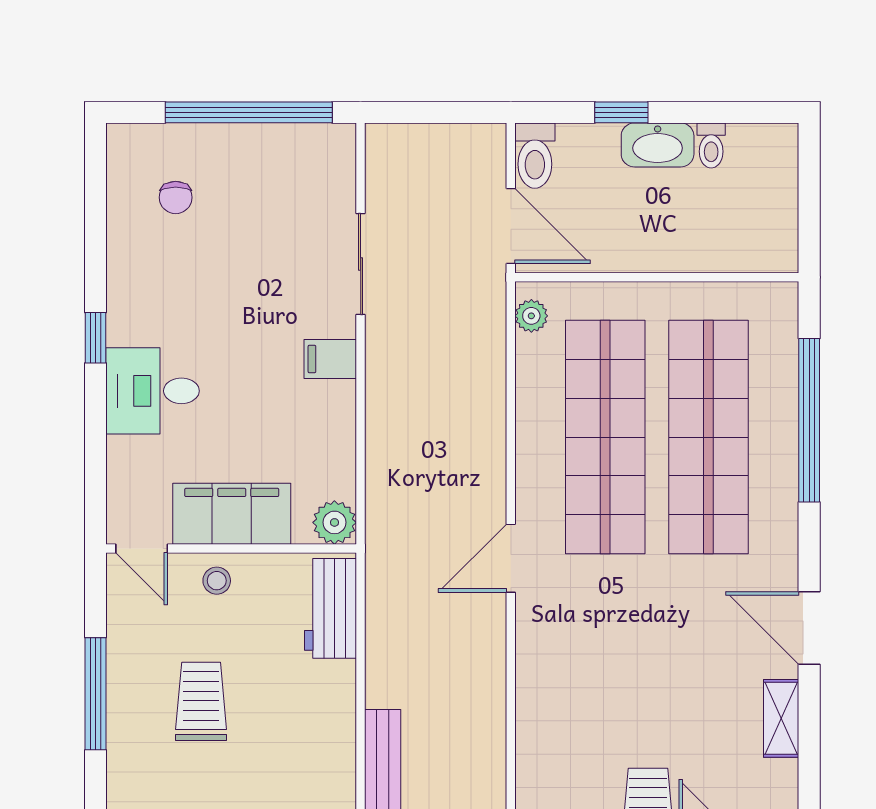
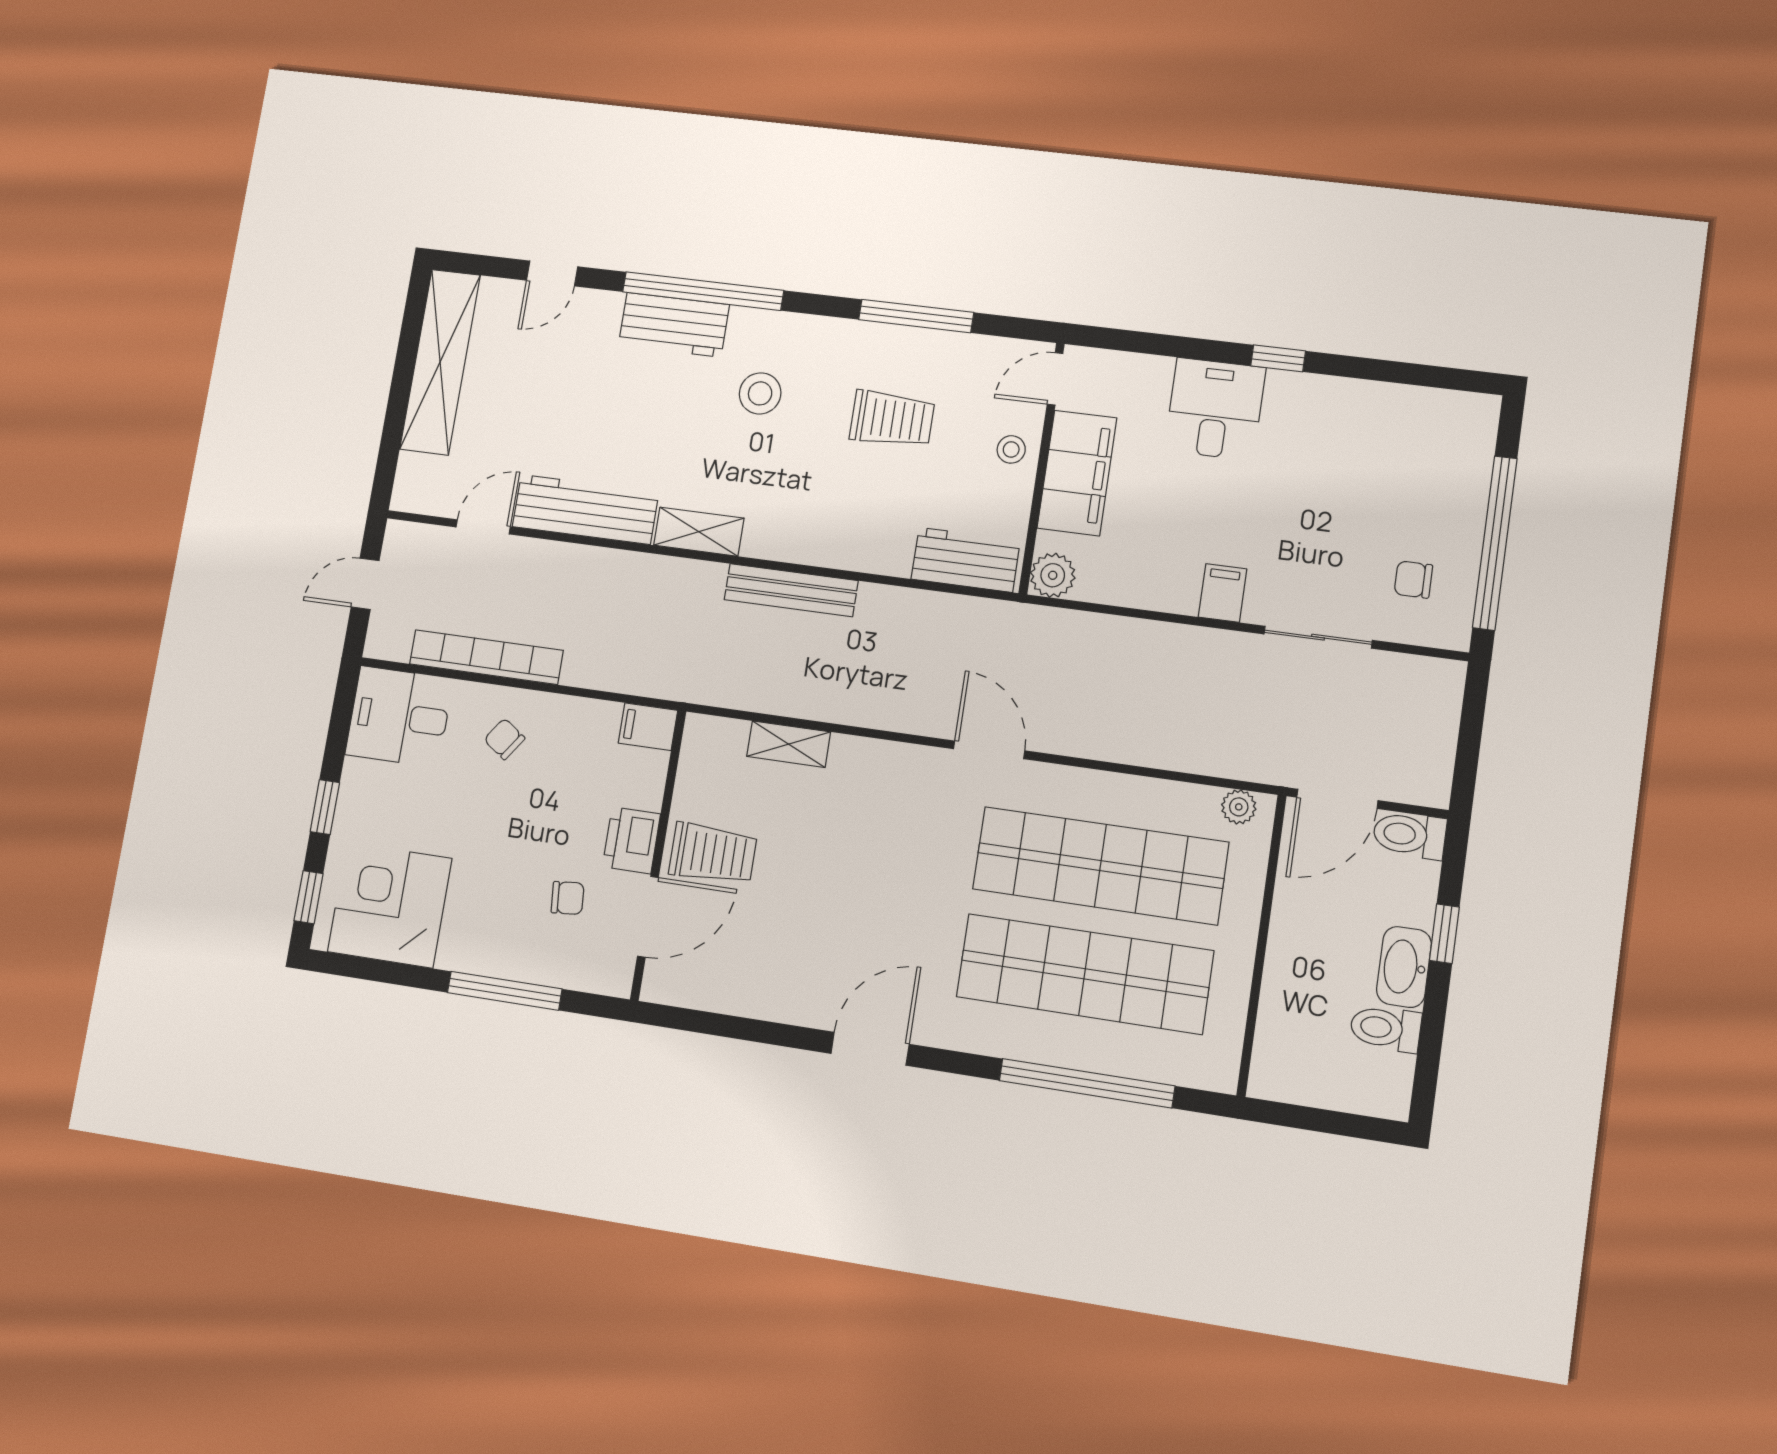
toilet: (711, 145) -> (1386, 1028), width x1.37, depth x1.39
chair: (176, 197) -> (1413, 580), moved
shelving: (781, 718) -> (789, 744), moved

